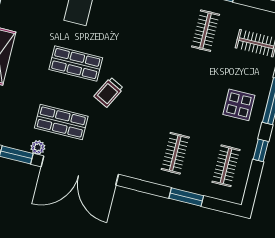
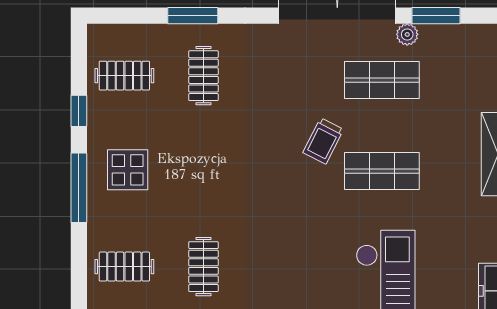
trolley: (109, 92) -> (323, 141), turned 180
clothes rail: (226, 166) -> (124, 76), turned 90
window: (186, 197) -> (193, 16), moved

